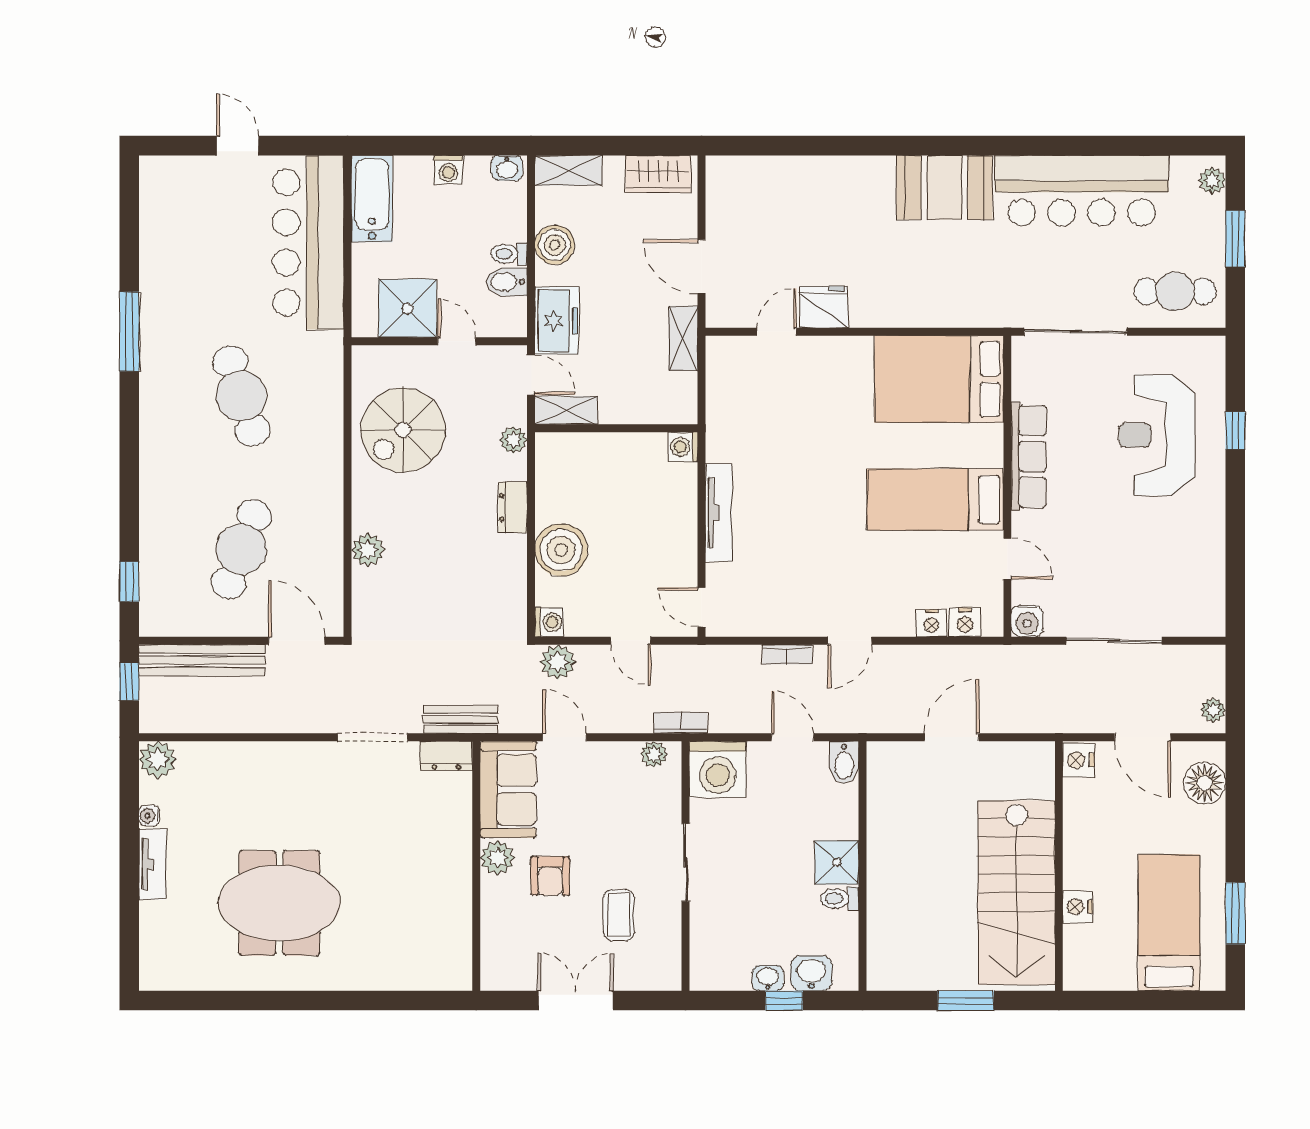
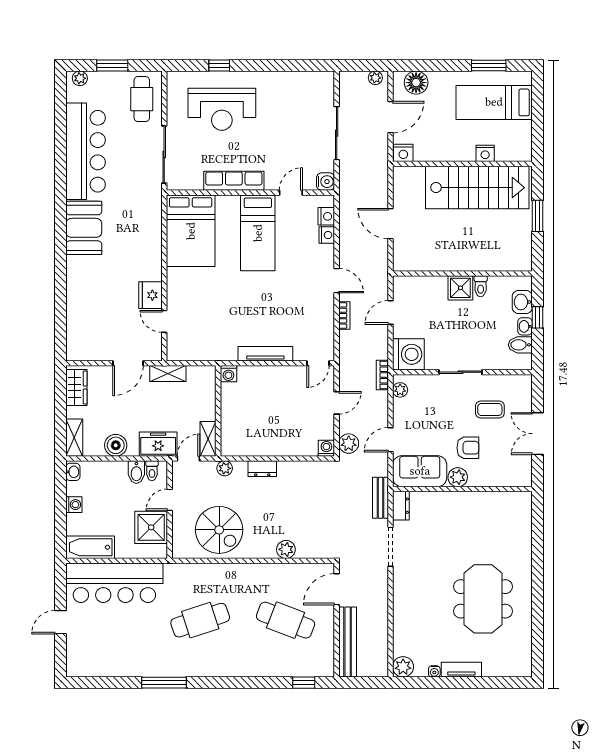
toilet: (509, 254) -> (152, 471), moved
boiler: (561, 550) -> (286, 442), removed
window: (129, 682) -> (360, 683), removed
bidet: (844, 762) -> (520, 345), moved, turned 180

